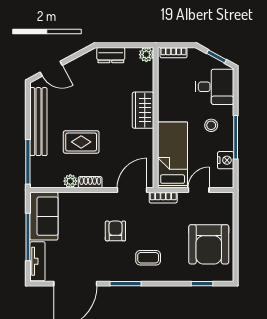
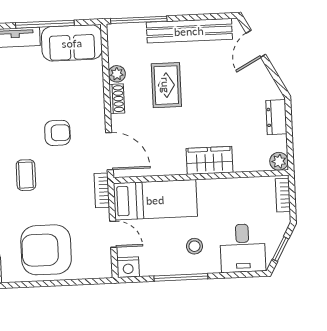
nightstand: (226, 160) -> (128, 267), moved

